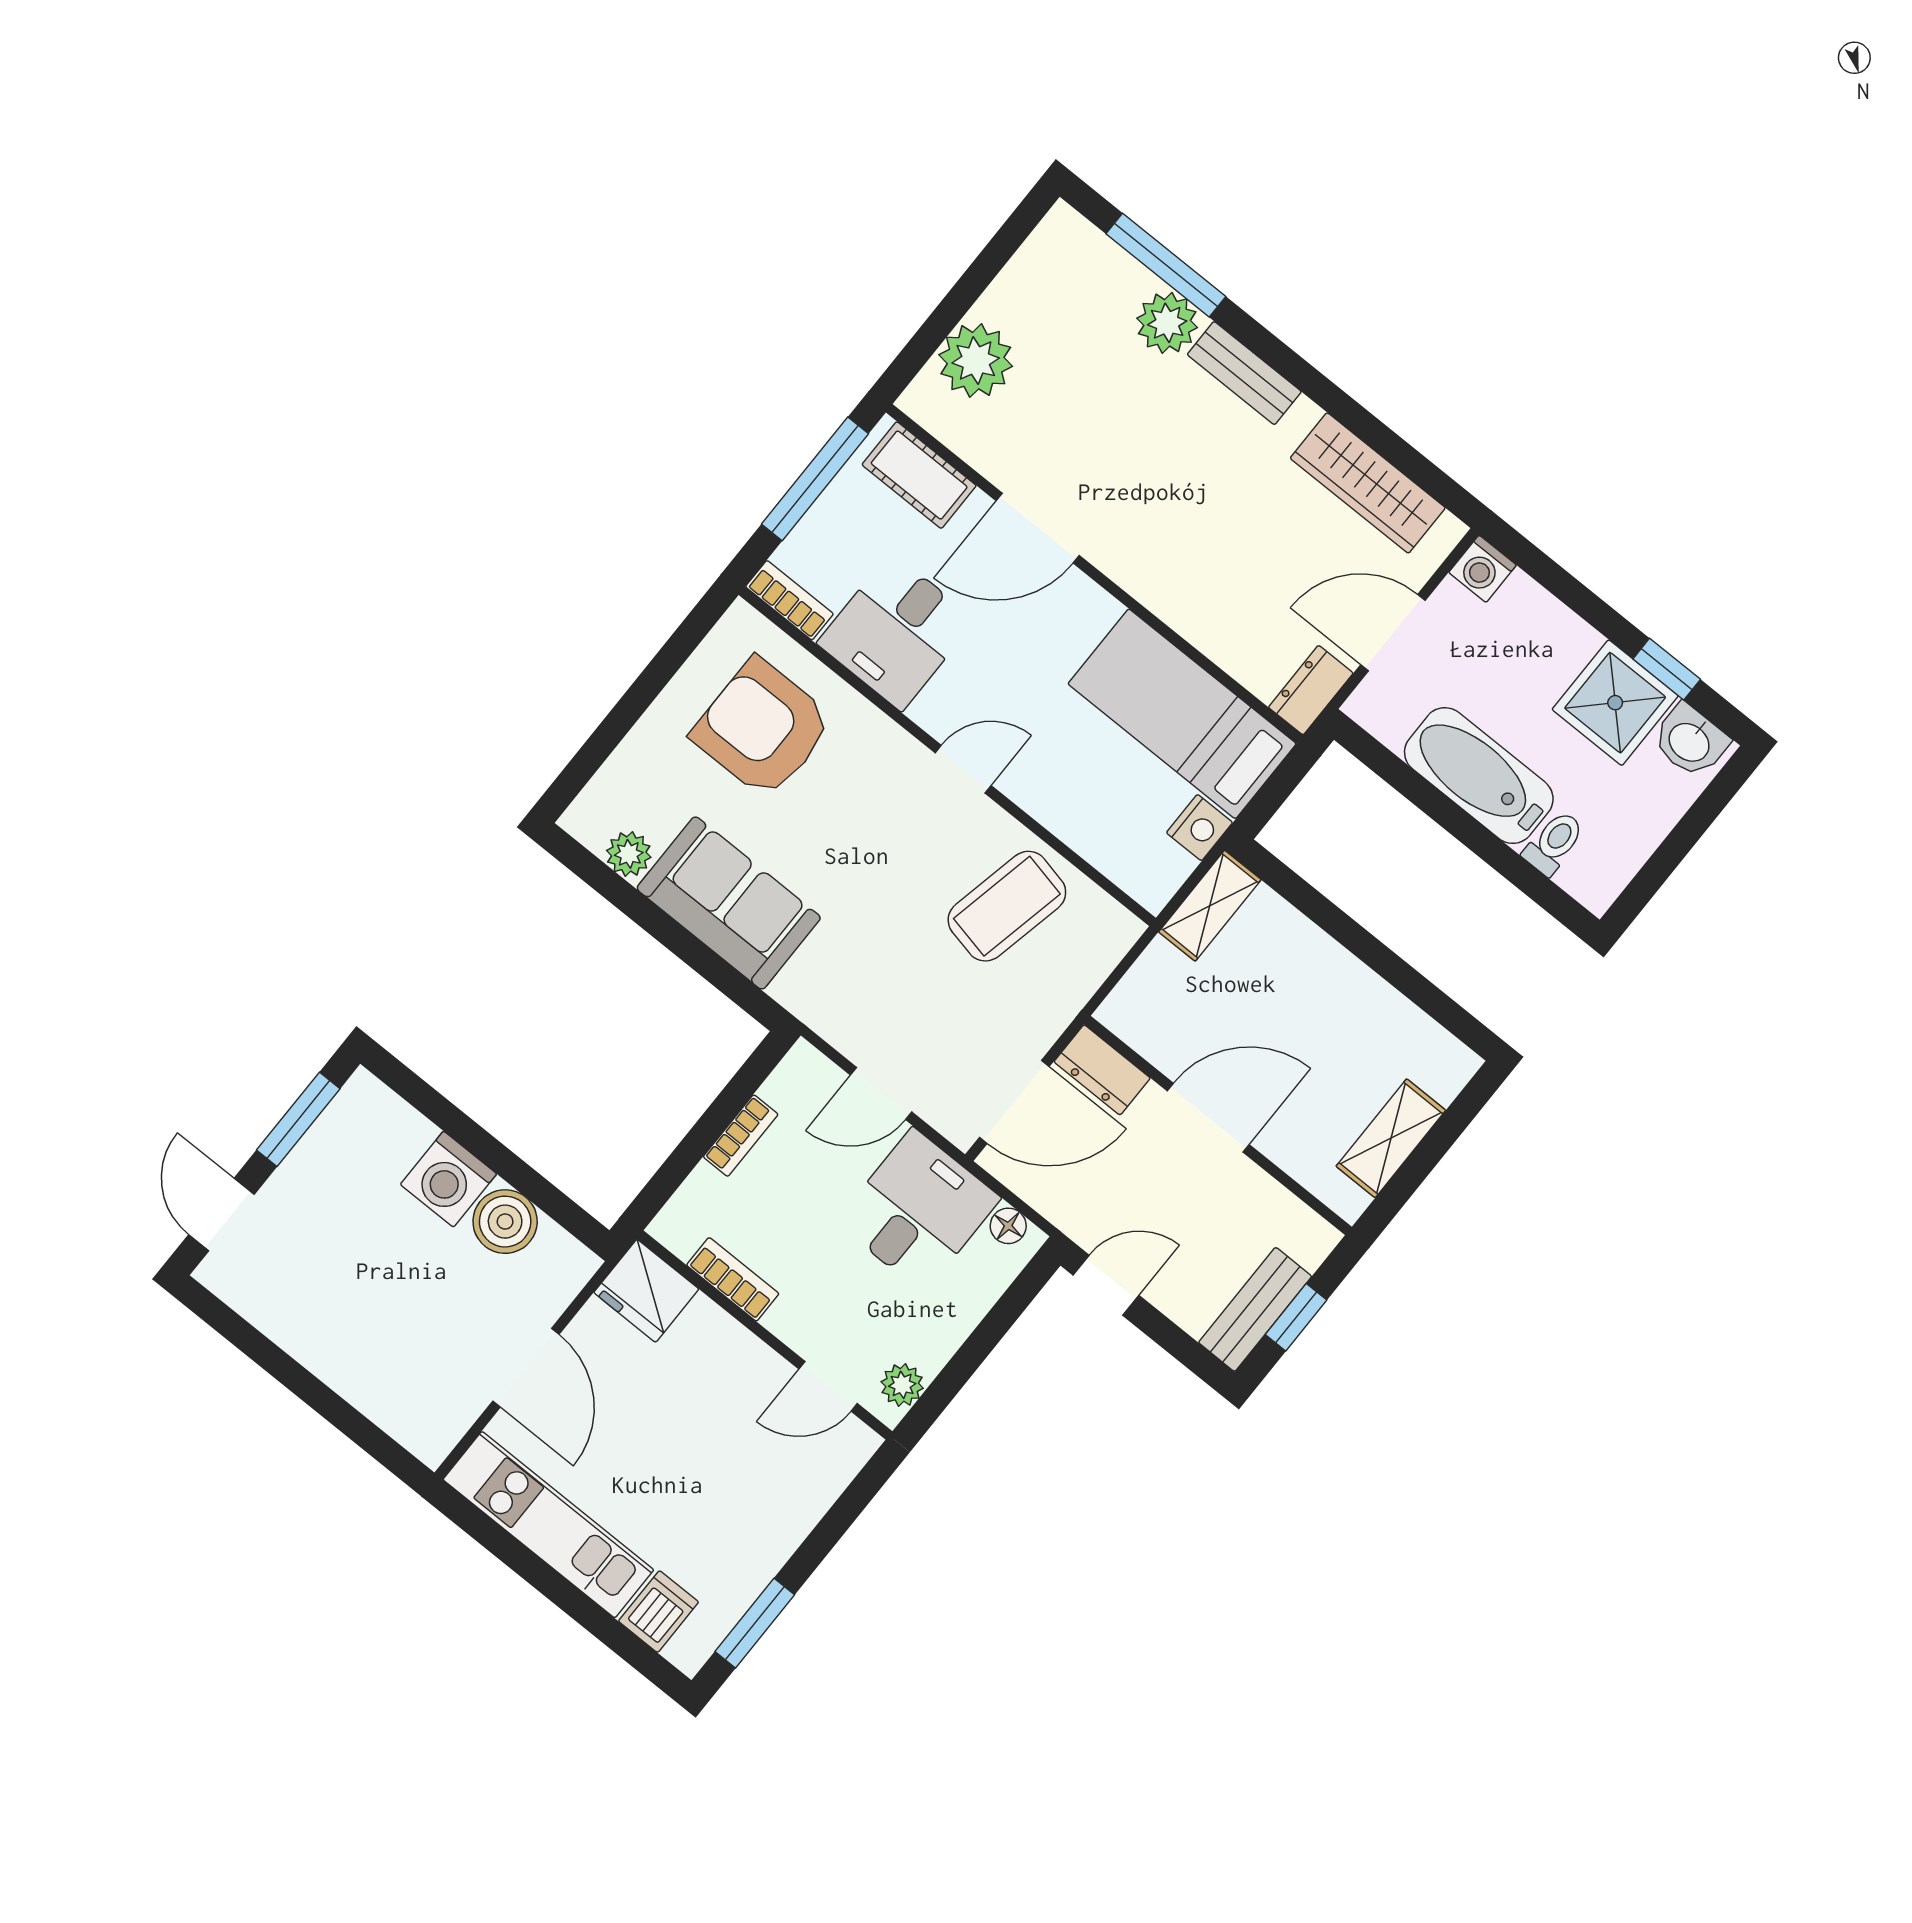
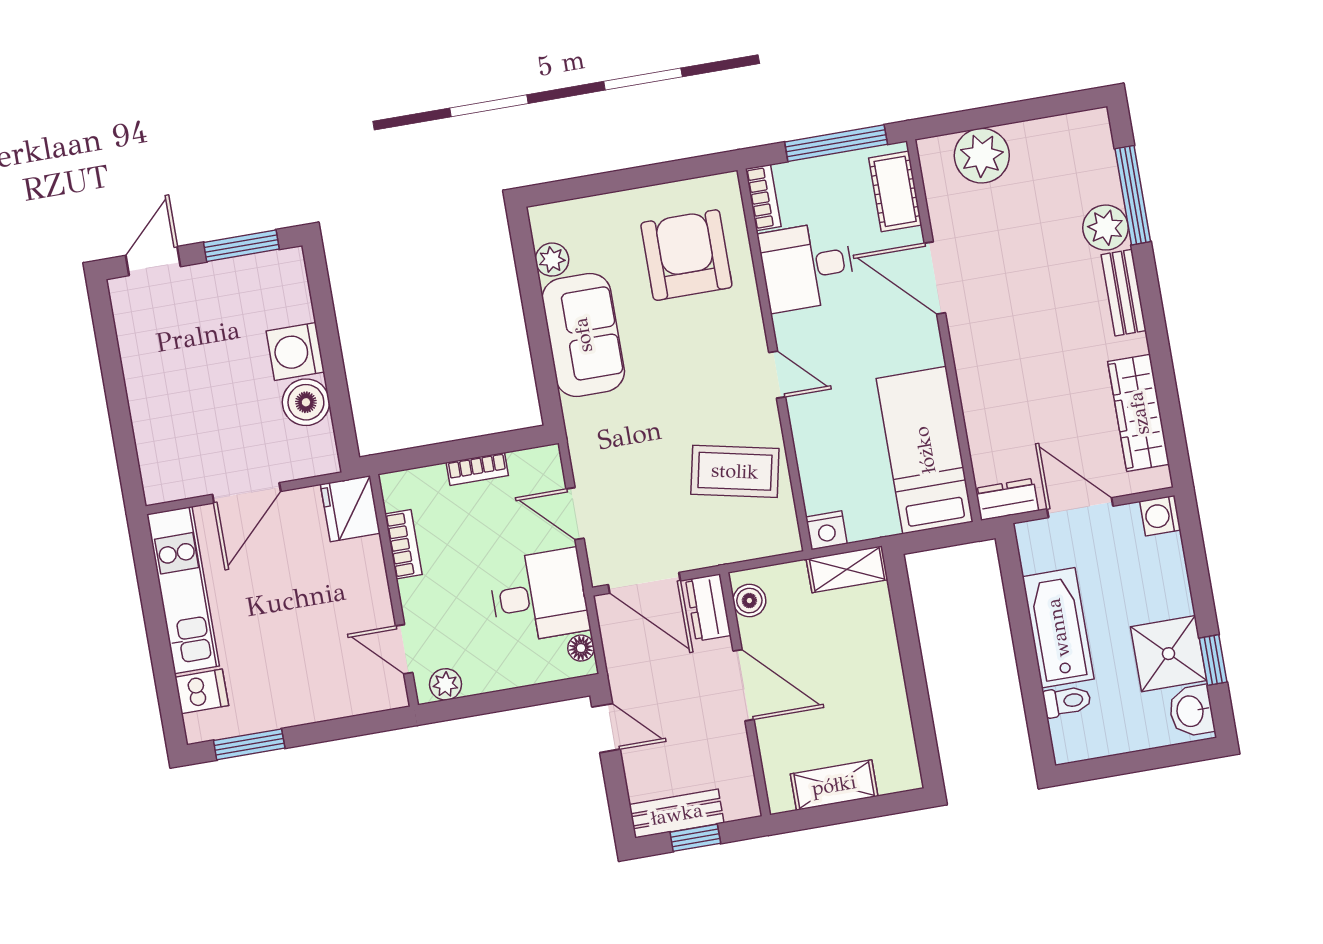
nightstand: (1199, 828) -> (826, 530), moved
boiler: (1138, 1026) -> (749, 601), added

